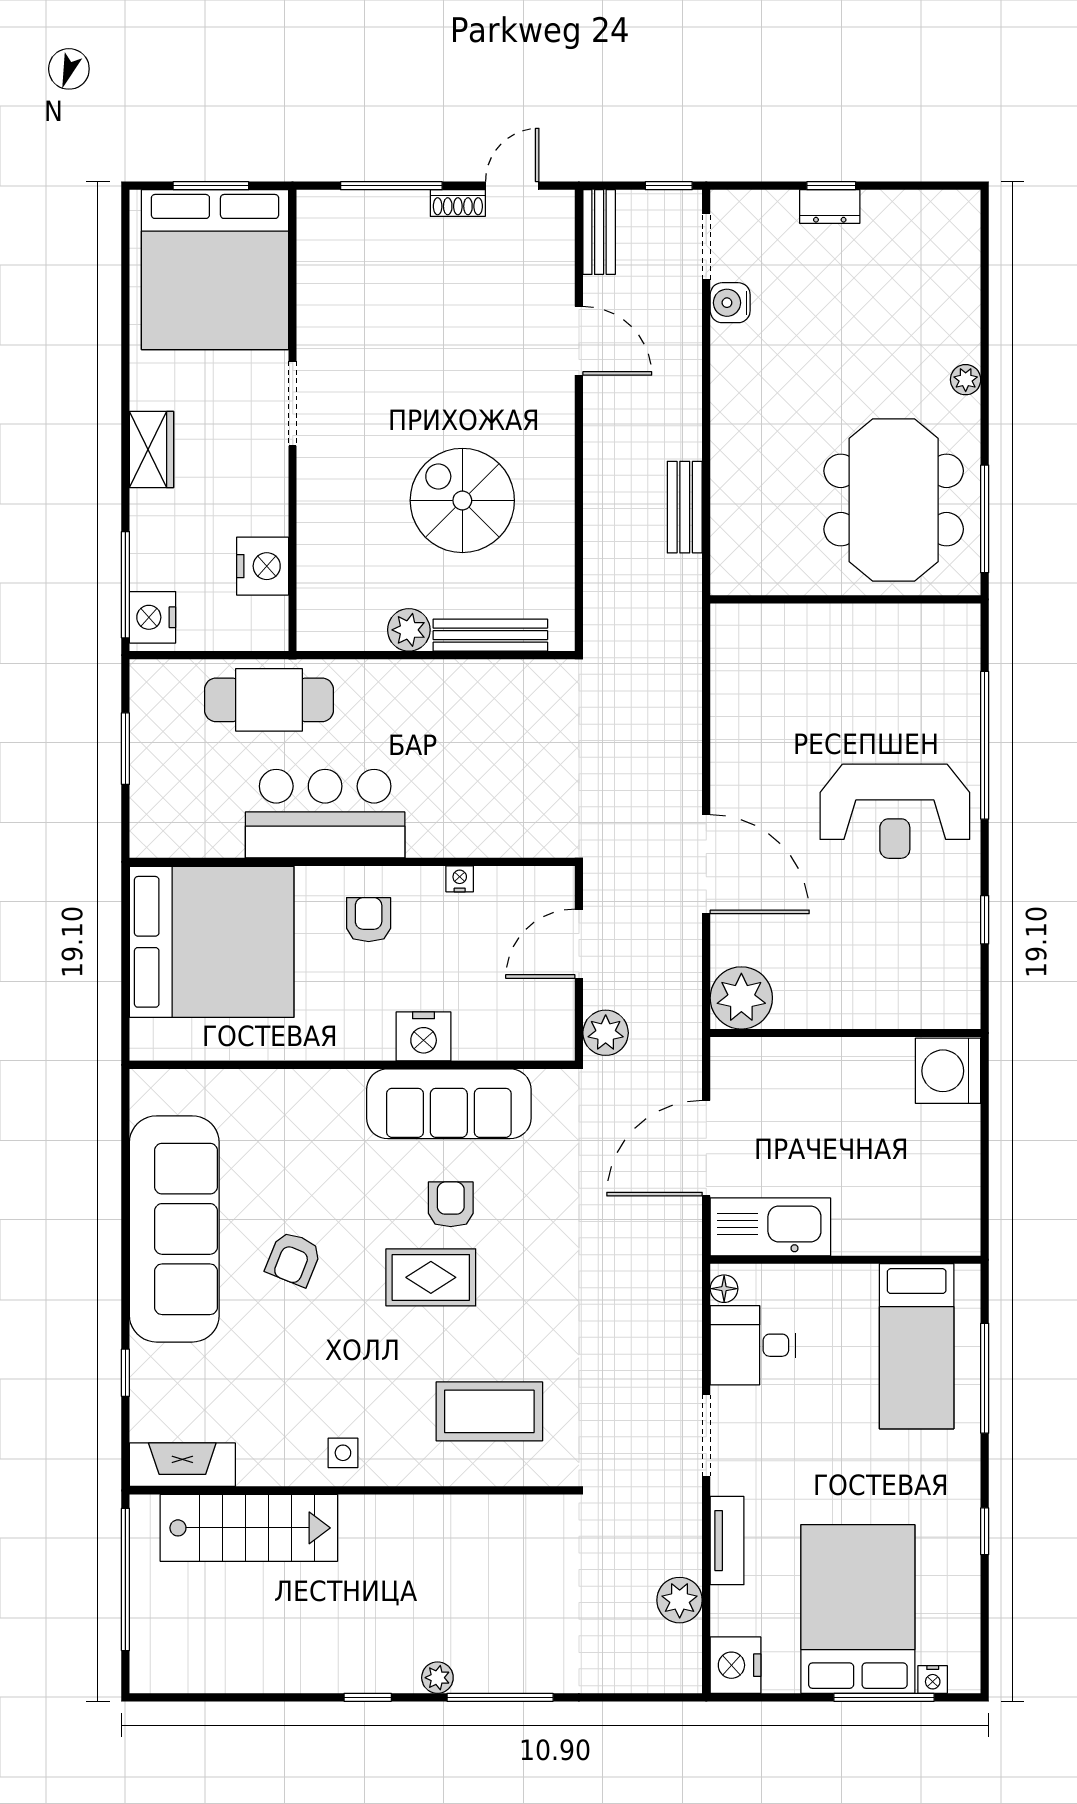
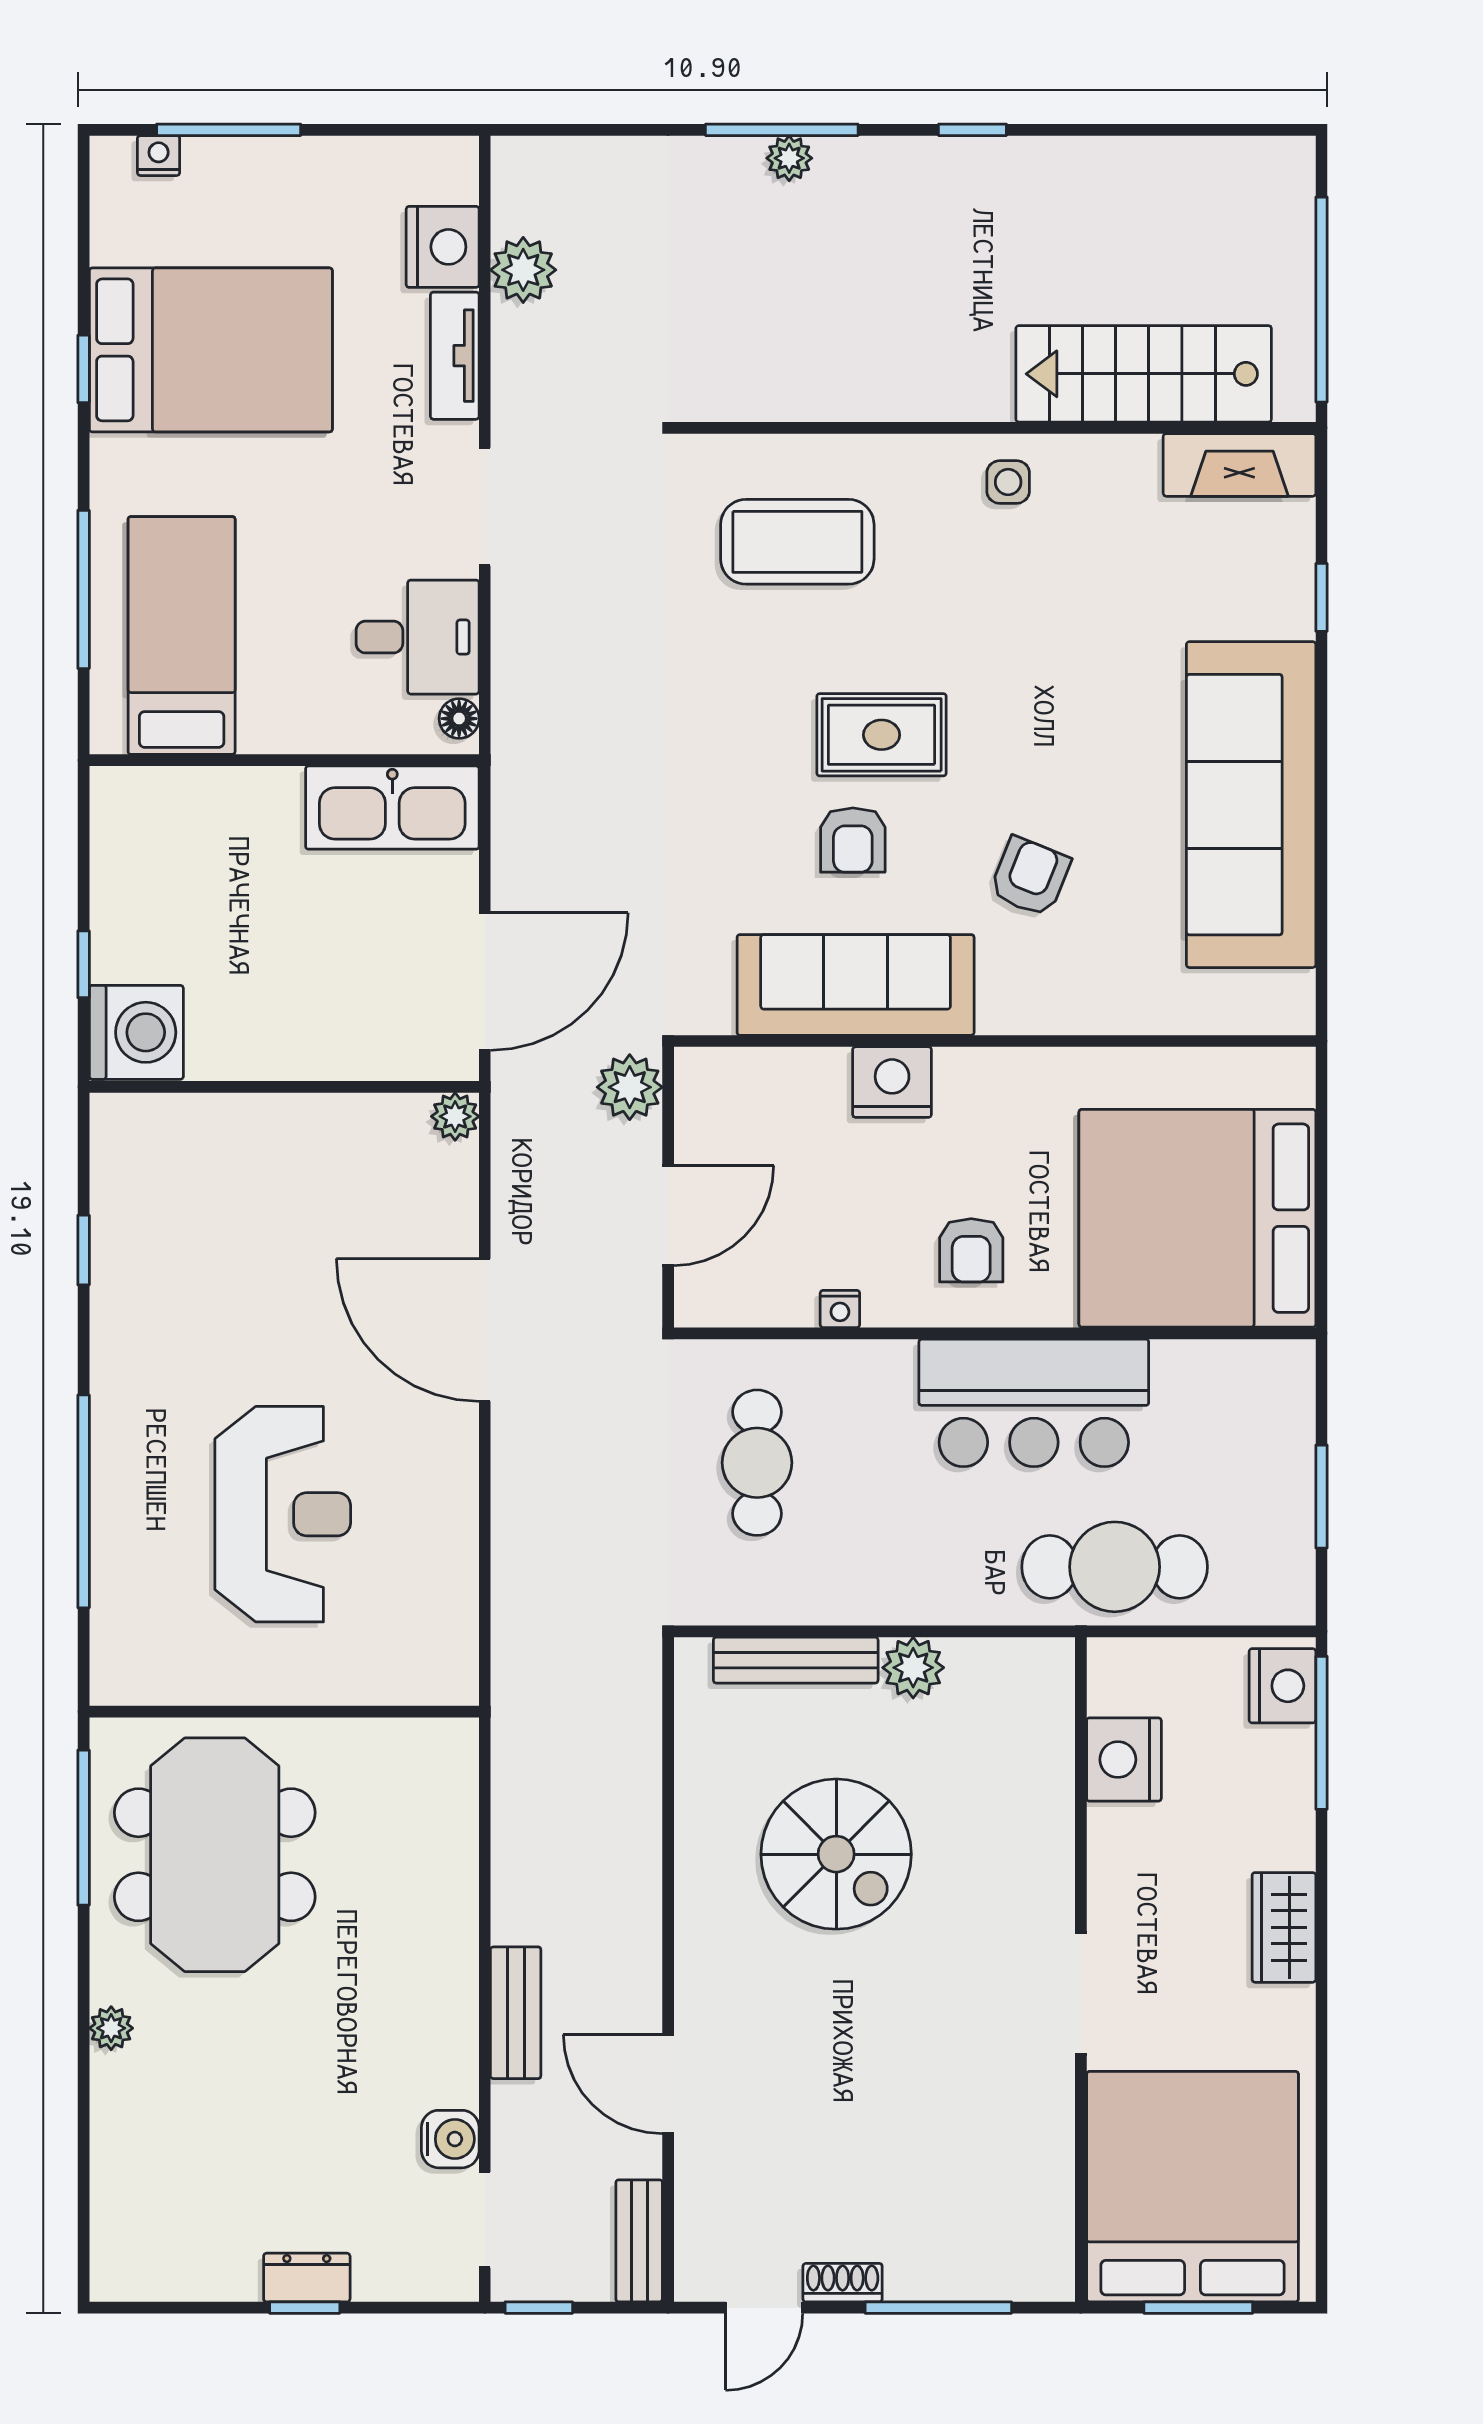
bench: (685, 507) -> (516, 2013), moved
cafe table: (517, 772) -> (757, 1463), added
reception desk: (895, 811) -> (283, 1514), moved, turned 90
plant: (741, 998) -> (455, 1116), width x0.53, depth x0.53
window: (985, 1118) -> (84, 964), added
door: (706, 1148) -> (485, 982), moved
armchair: (293, 1259) -> (1030, 877), moved
bed: (858, 1609) -> (211, 350), moved, turned -90
nightstand: (735, 1665) -> (443, 247), moved
plant: (437, 1678) -> (789, 158), moved

